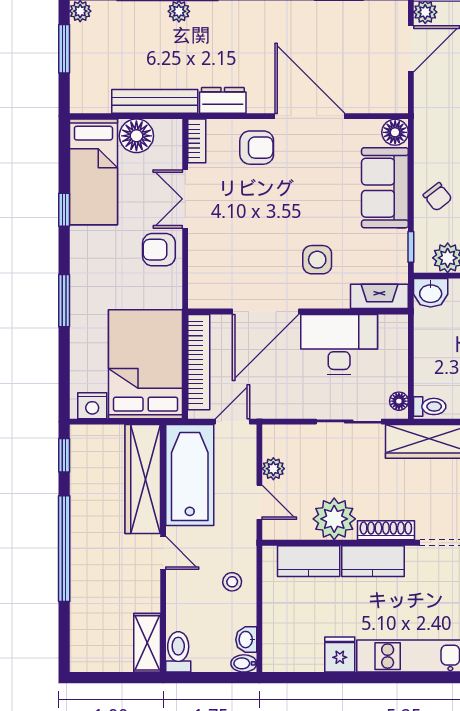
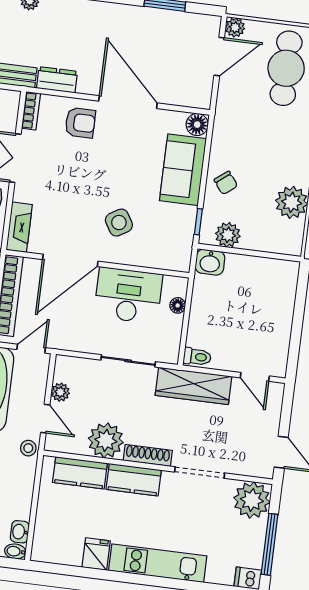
side table: (317, 260) -> (119, 223), turned -31
fireplace: (379, 296) -> (19, 227), moved, turned 90
floor lamp: (399, 401) -> (178, 305), moved
stool: (232, 582) -> (28, 448), moved

